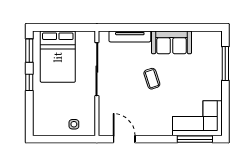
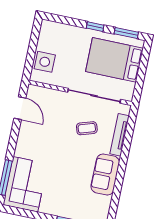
coffee table: (152, 79) -> (87, 128), moved
side table: (74, 124) -> (45, 62), width x1.87, depth x1.87
door: (124, 139) -> (20, 108), hinge flipped

